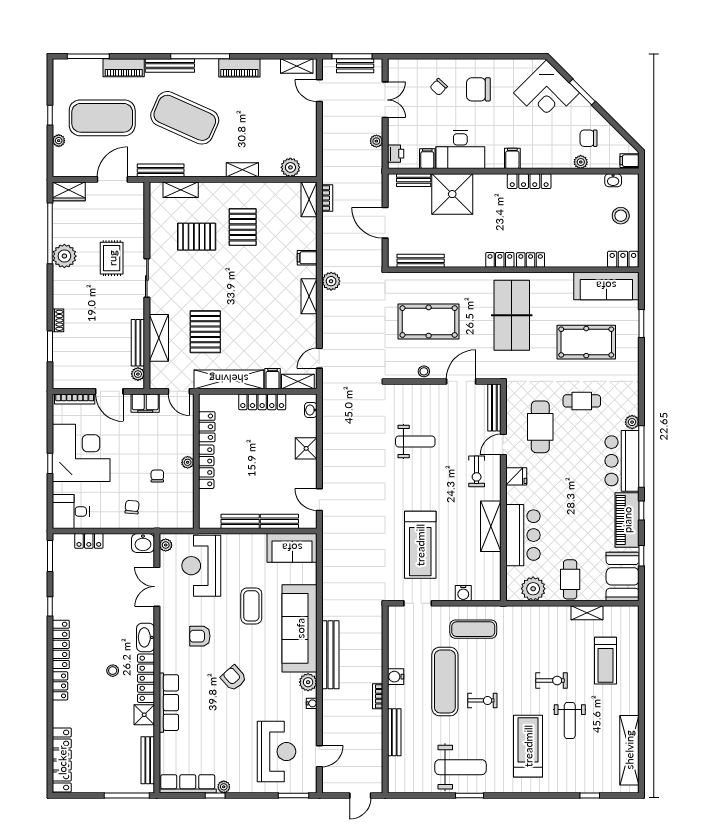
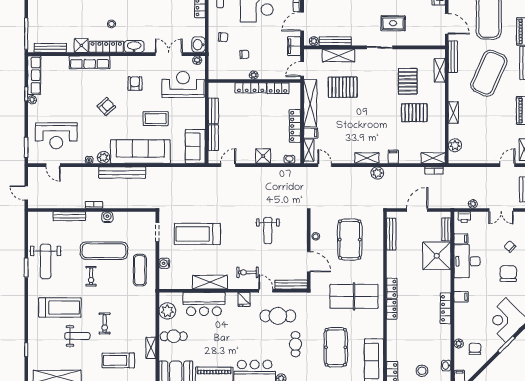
weight bench: (570, 721) -> (77, 336), turned 180

